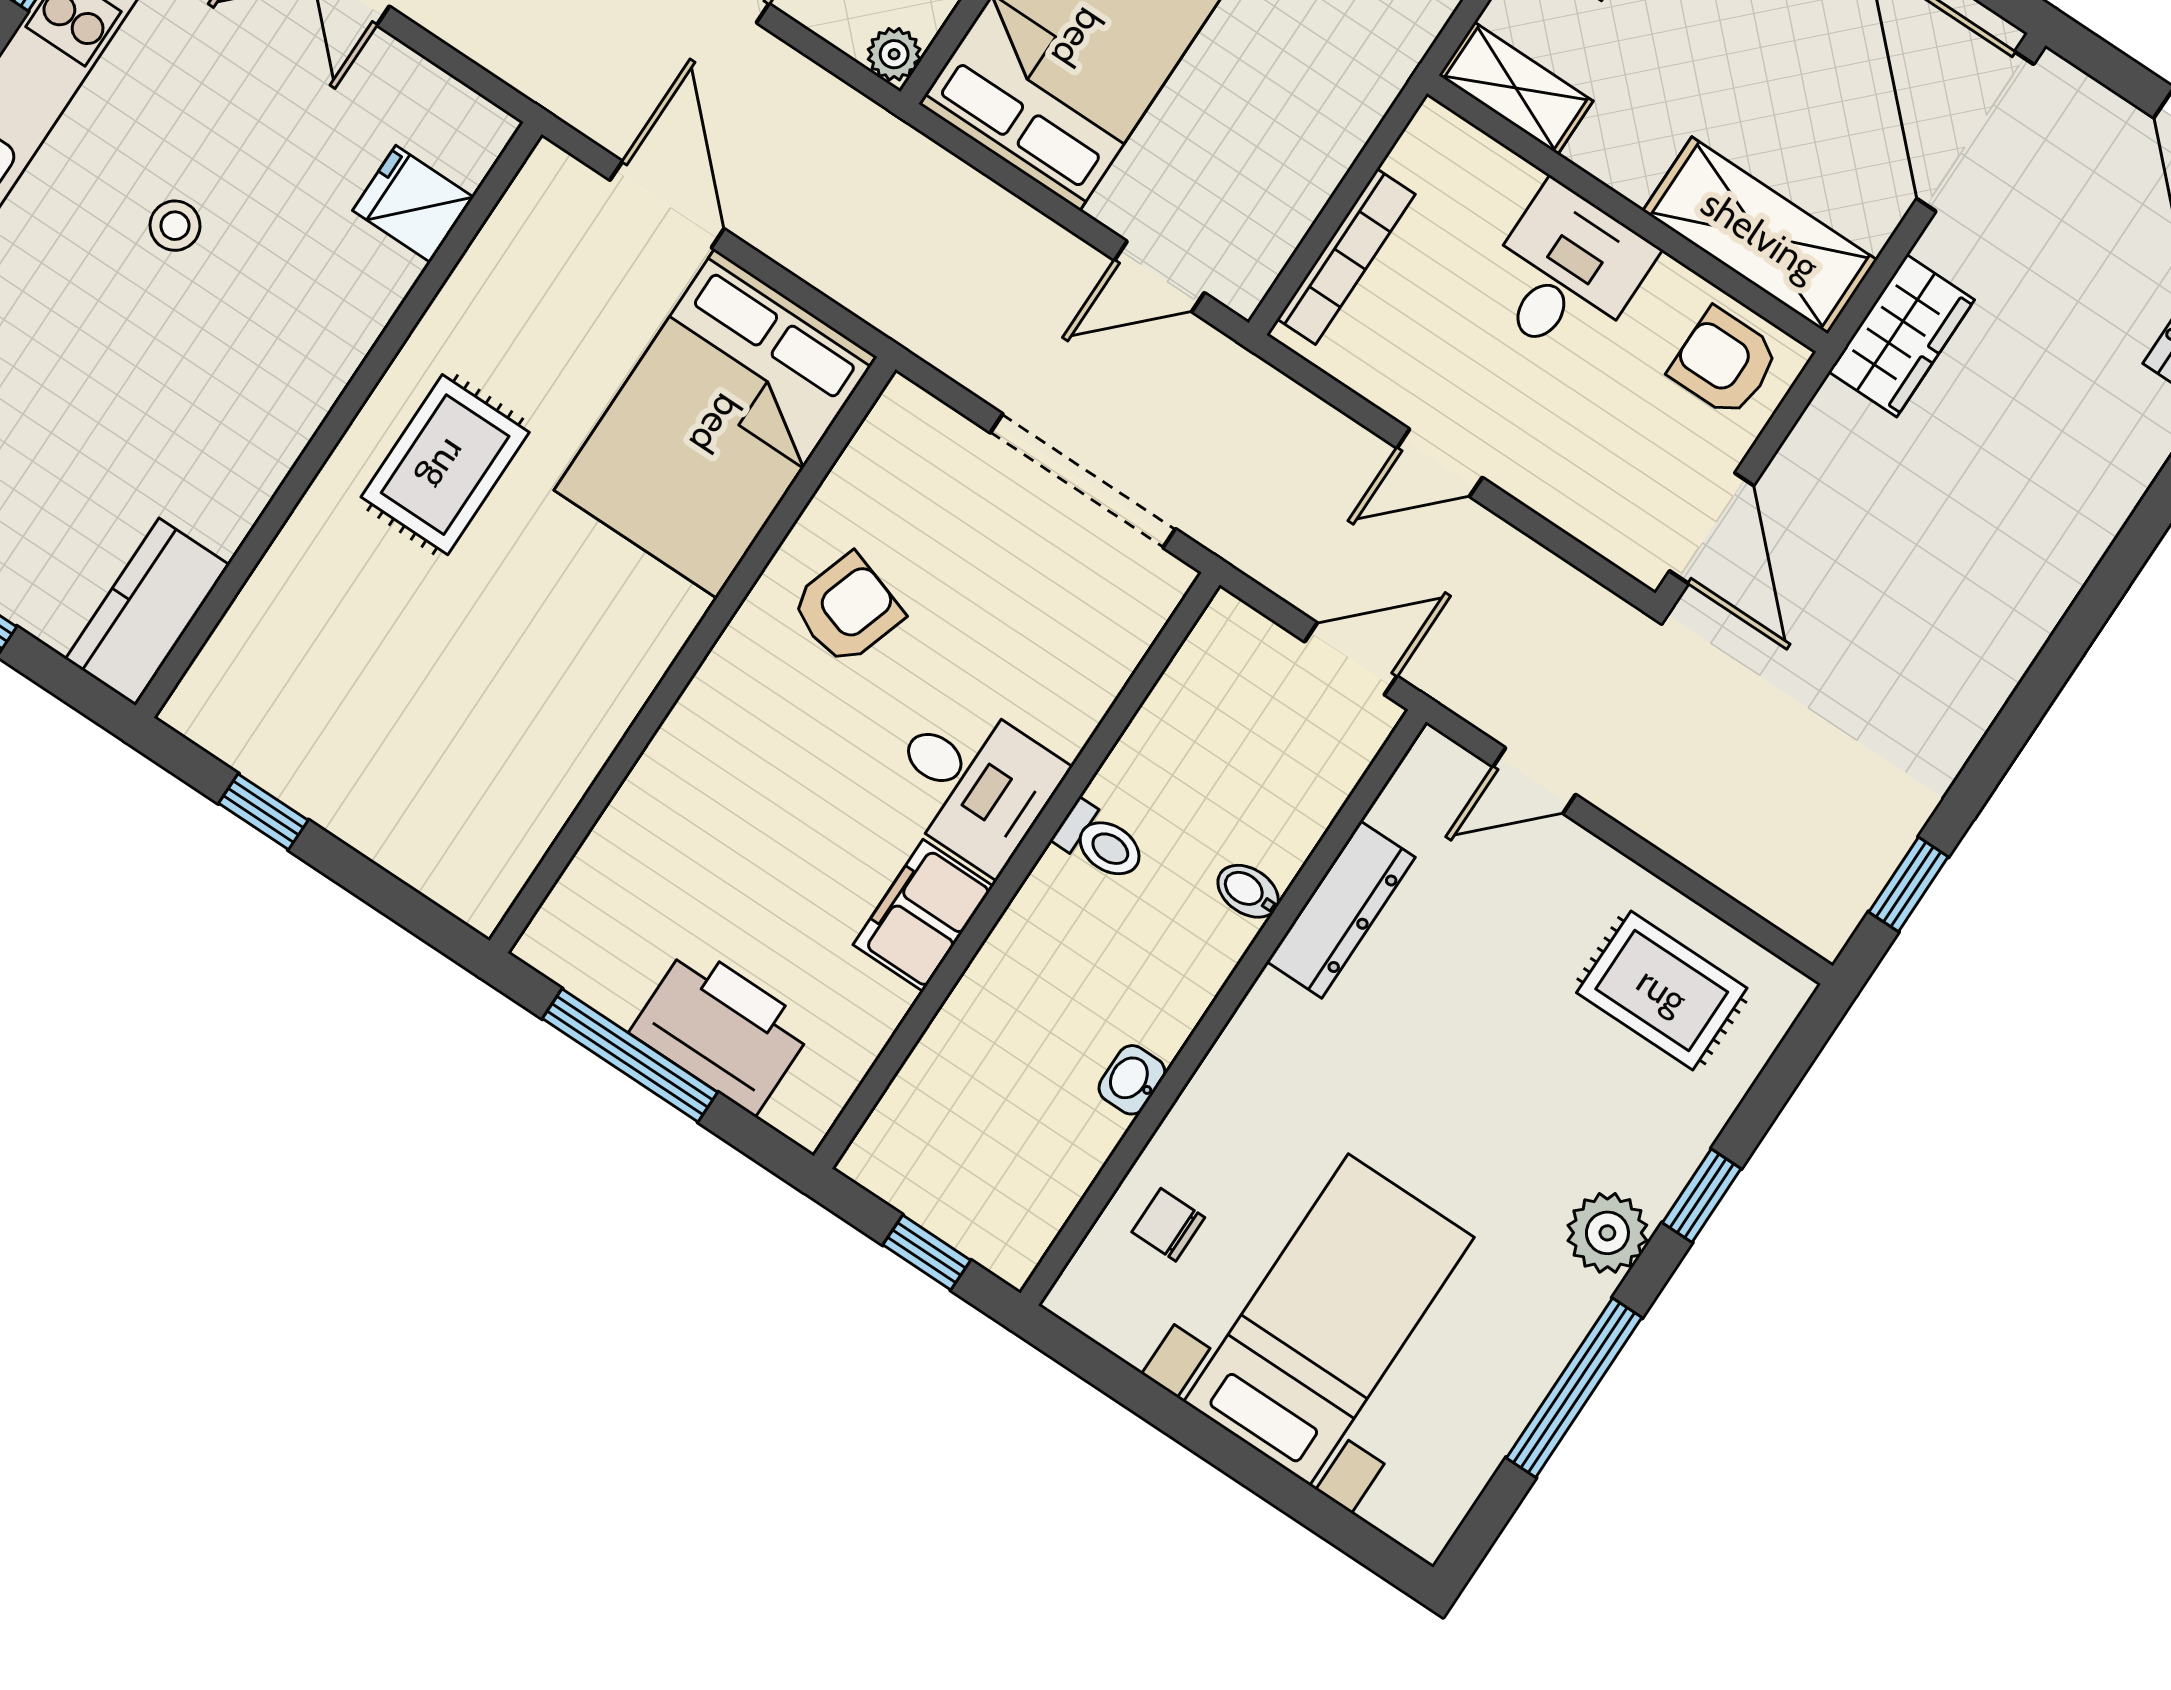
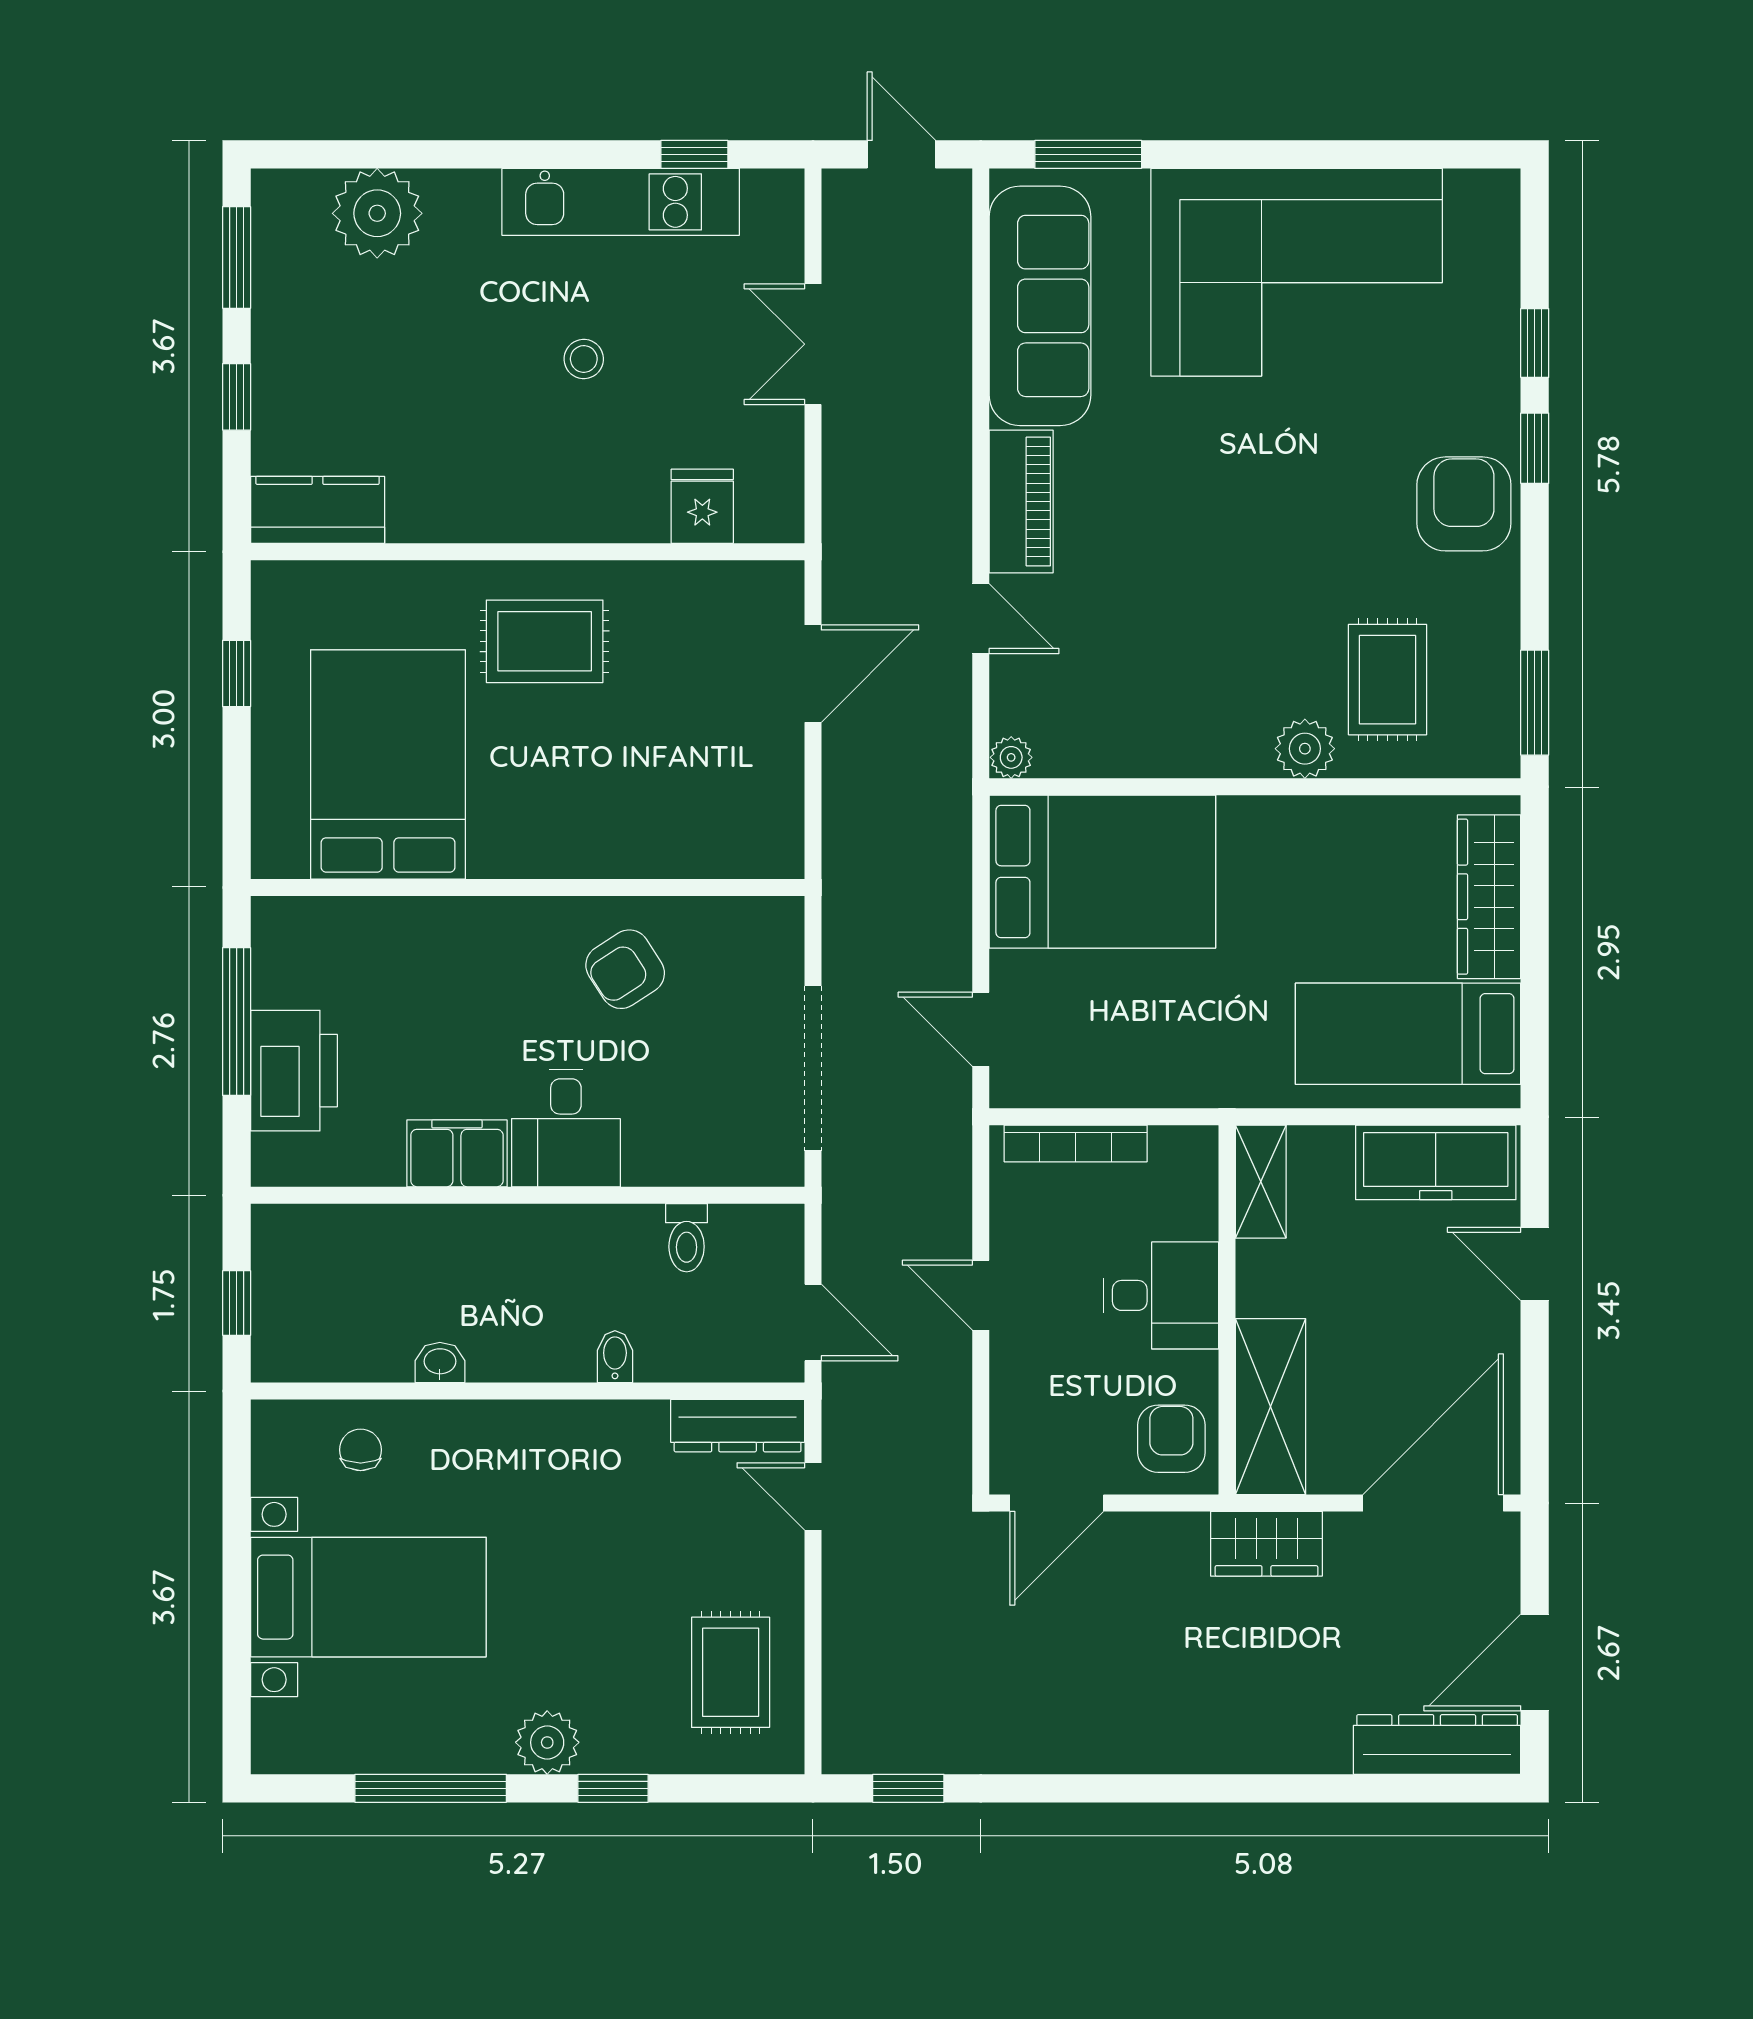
bed: (716, 424) -> (388, 764), moved, turned 90
armchair: (847, 609) -> (625, 969), turned 129
toilet: (1100, 842) -> (687, 1238), moved
dresser: (1341, 909) -> (738, 1426), moved

